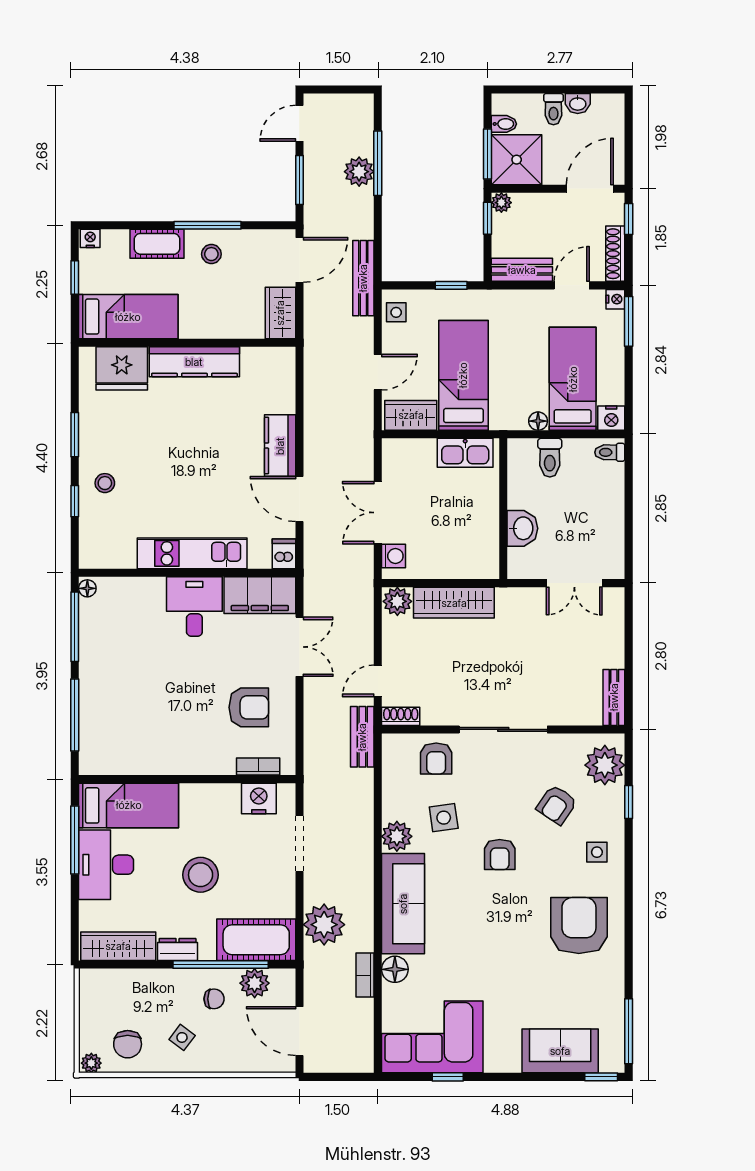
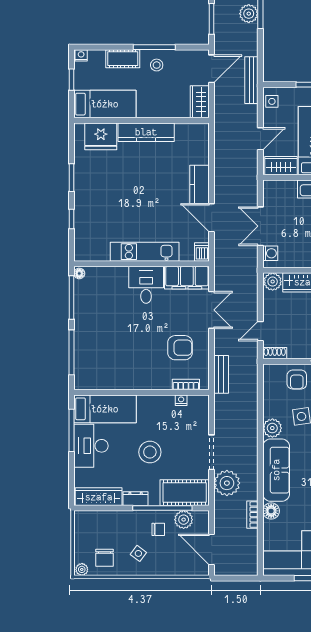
stool: (105, 483) -> (90, 208), removed
bench: (362, 737) -> (221, 374), moved
nightstand: (259, 798) -> (181, 400), width x0.53, depth x0.56
doorway: (299, 844) -> (212, 452), moved

